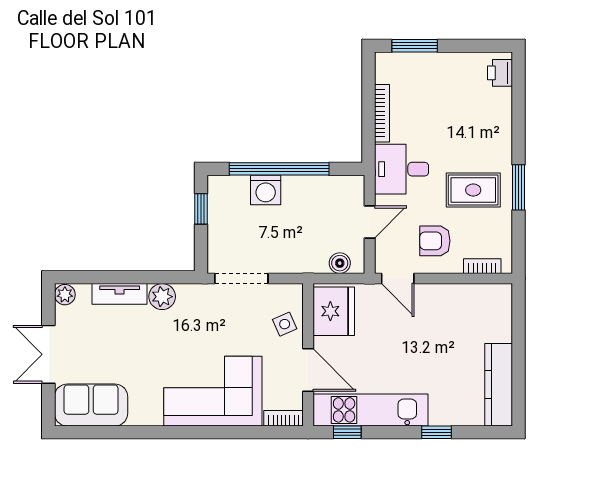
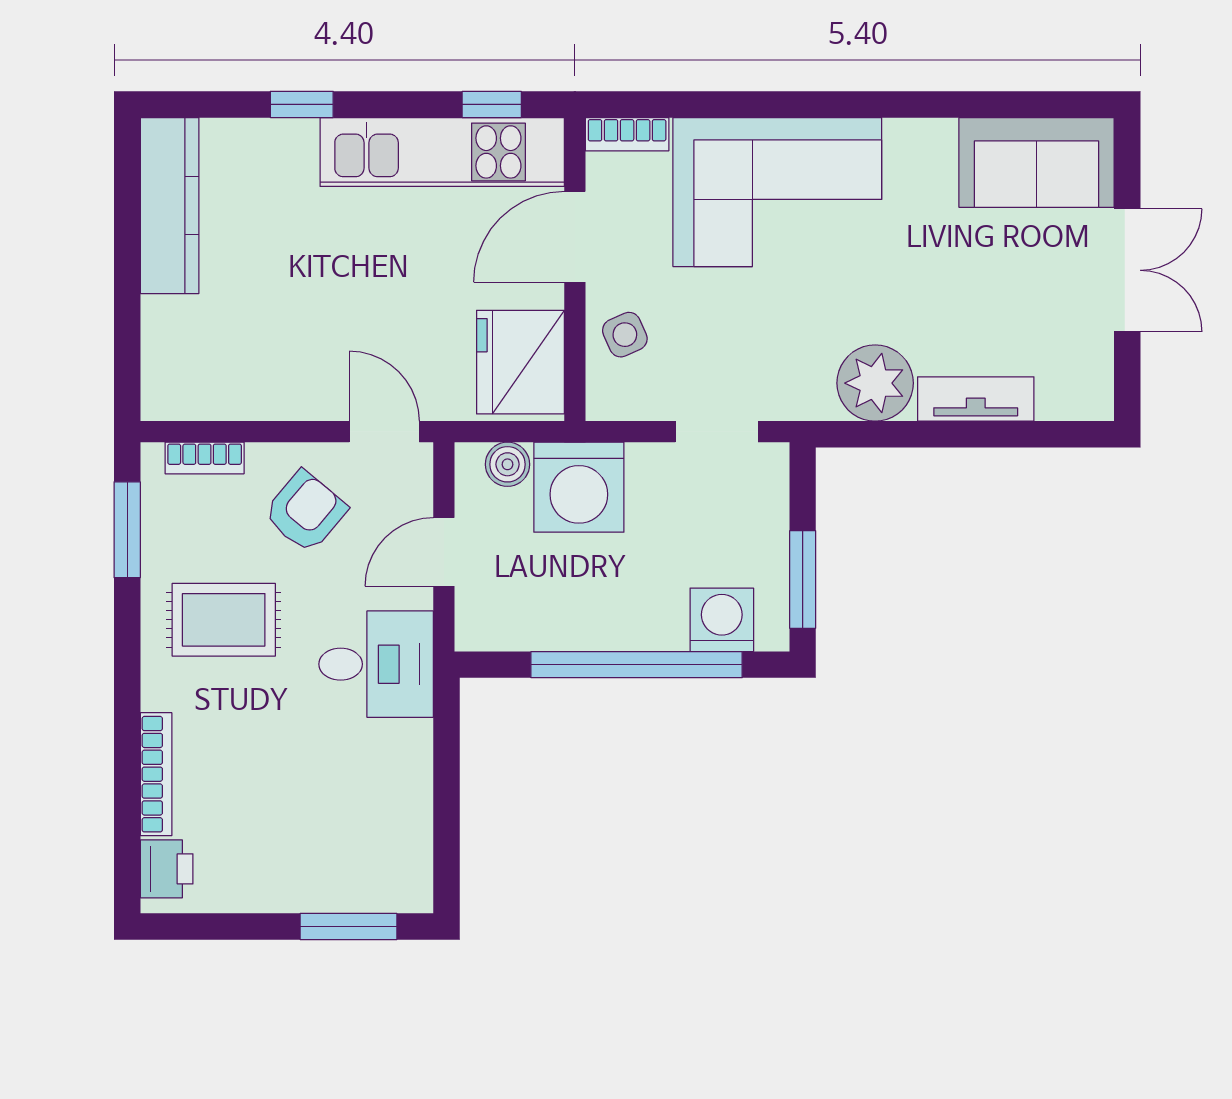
bookcase: (382, 113) -> (156, 774), moved, turned 180
window: (519, 187) -> (127, 530), moved
washing machine: (266, 190) -> (722, 620), moved
window: (201, 209) -> (803, 579), width x1.50
armchair: (435, 241) -> (305, 512), turned -50
washing machine: (306, 252) -> (579, 487), added
doorway: (241, 278) -> (717, 432), width x0.73
plant: (65, 295) -> (1092, 397), removed
plant: (162, 297) -> (875, 383), width x1.36, depth x1.36
door: (308, 370) -> (575, 237), hinge flipped

